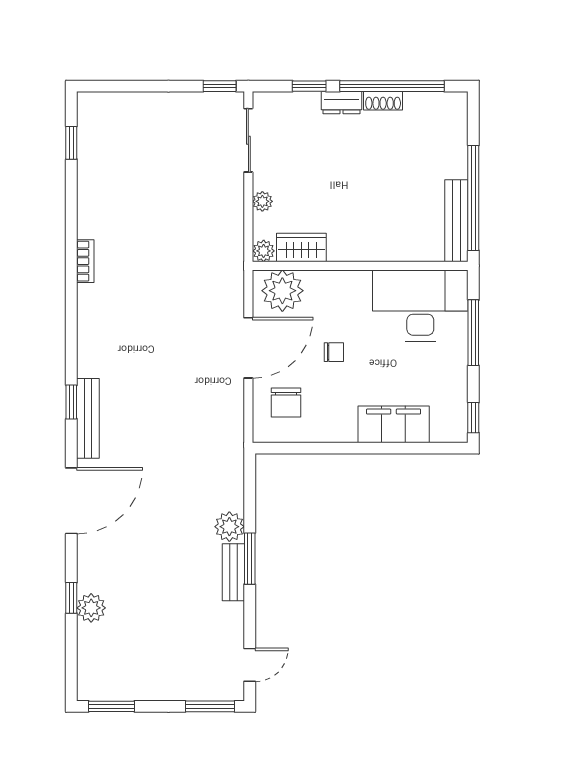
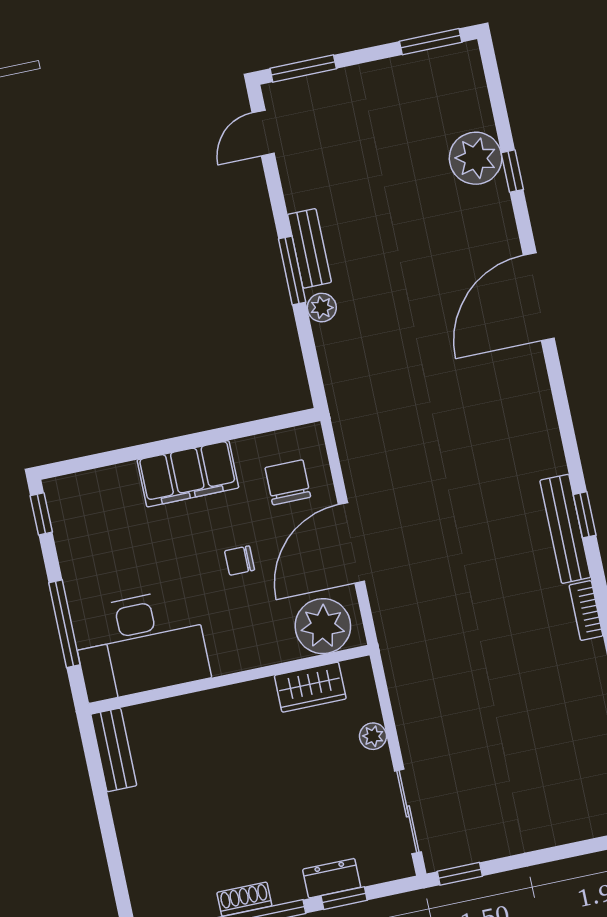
dresser: (342, 103) -> (332, 878), moved
window: (473, 198) -> (101, 798), removed
bench: (456, 221) -> (114, 750), width x0.73
plant: (264, 251) -> (358, 672), removed
window: (71, 402) -> (585, 515), moved
bench: (88, 418) -> (565, 529), moved
filing cabinet: (394, 424) -> (188, 474), moved
plant: (229, 527) -> (322, 308), width x0.73, depth x0.73
plant: (91, 608) -> (476, 158), width x1.36, depth x1.36

